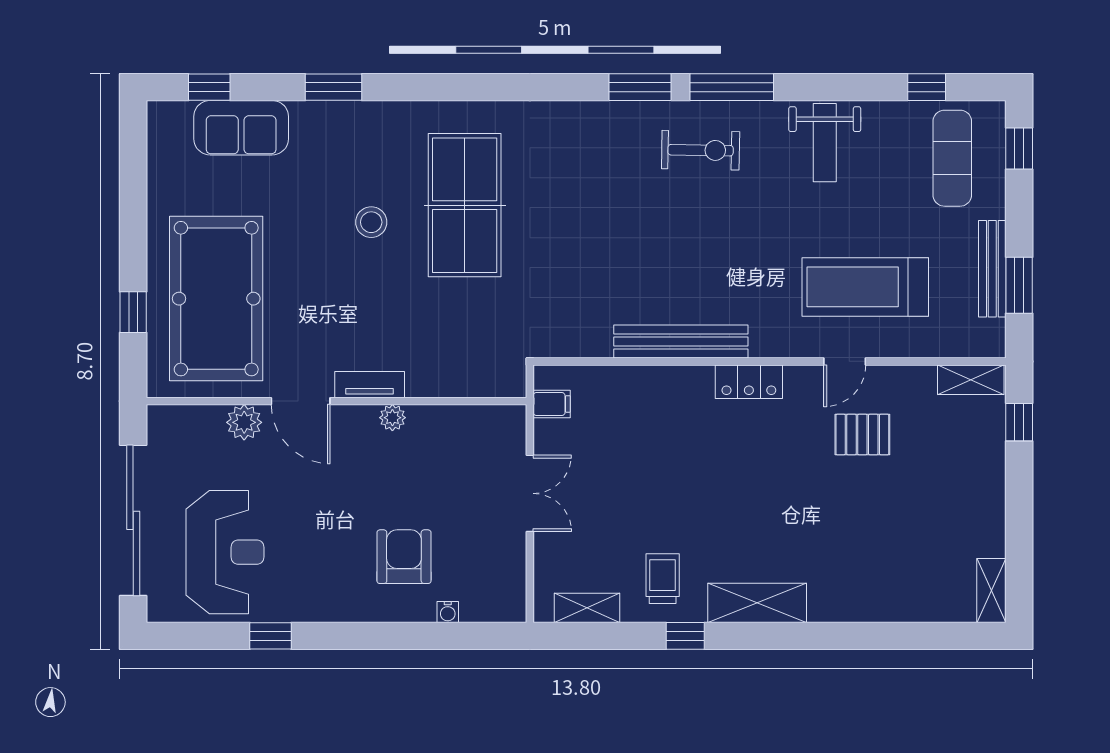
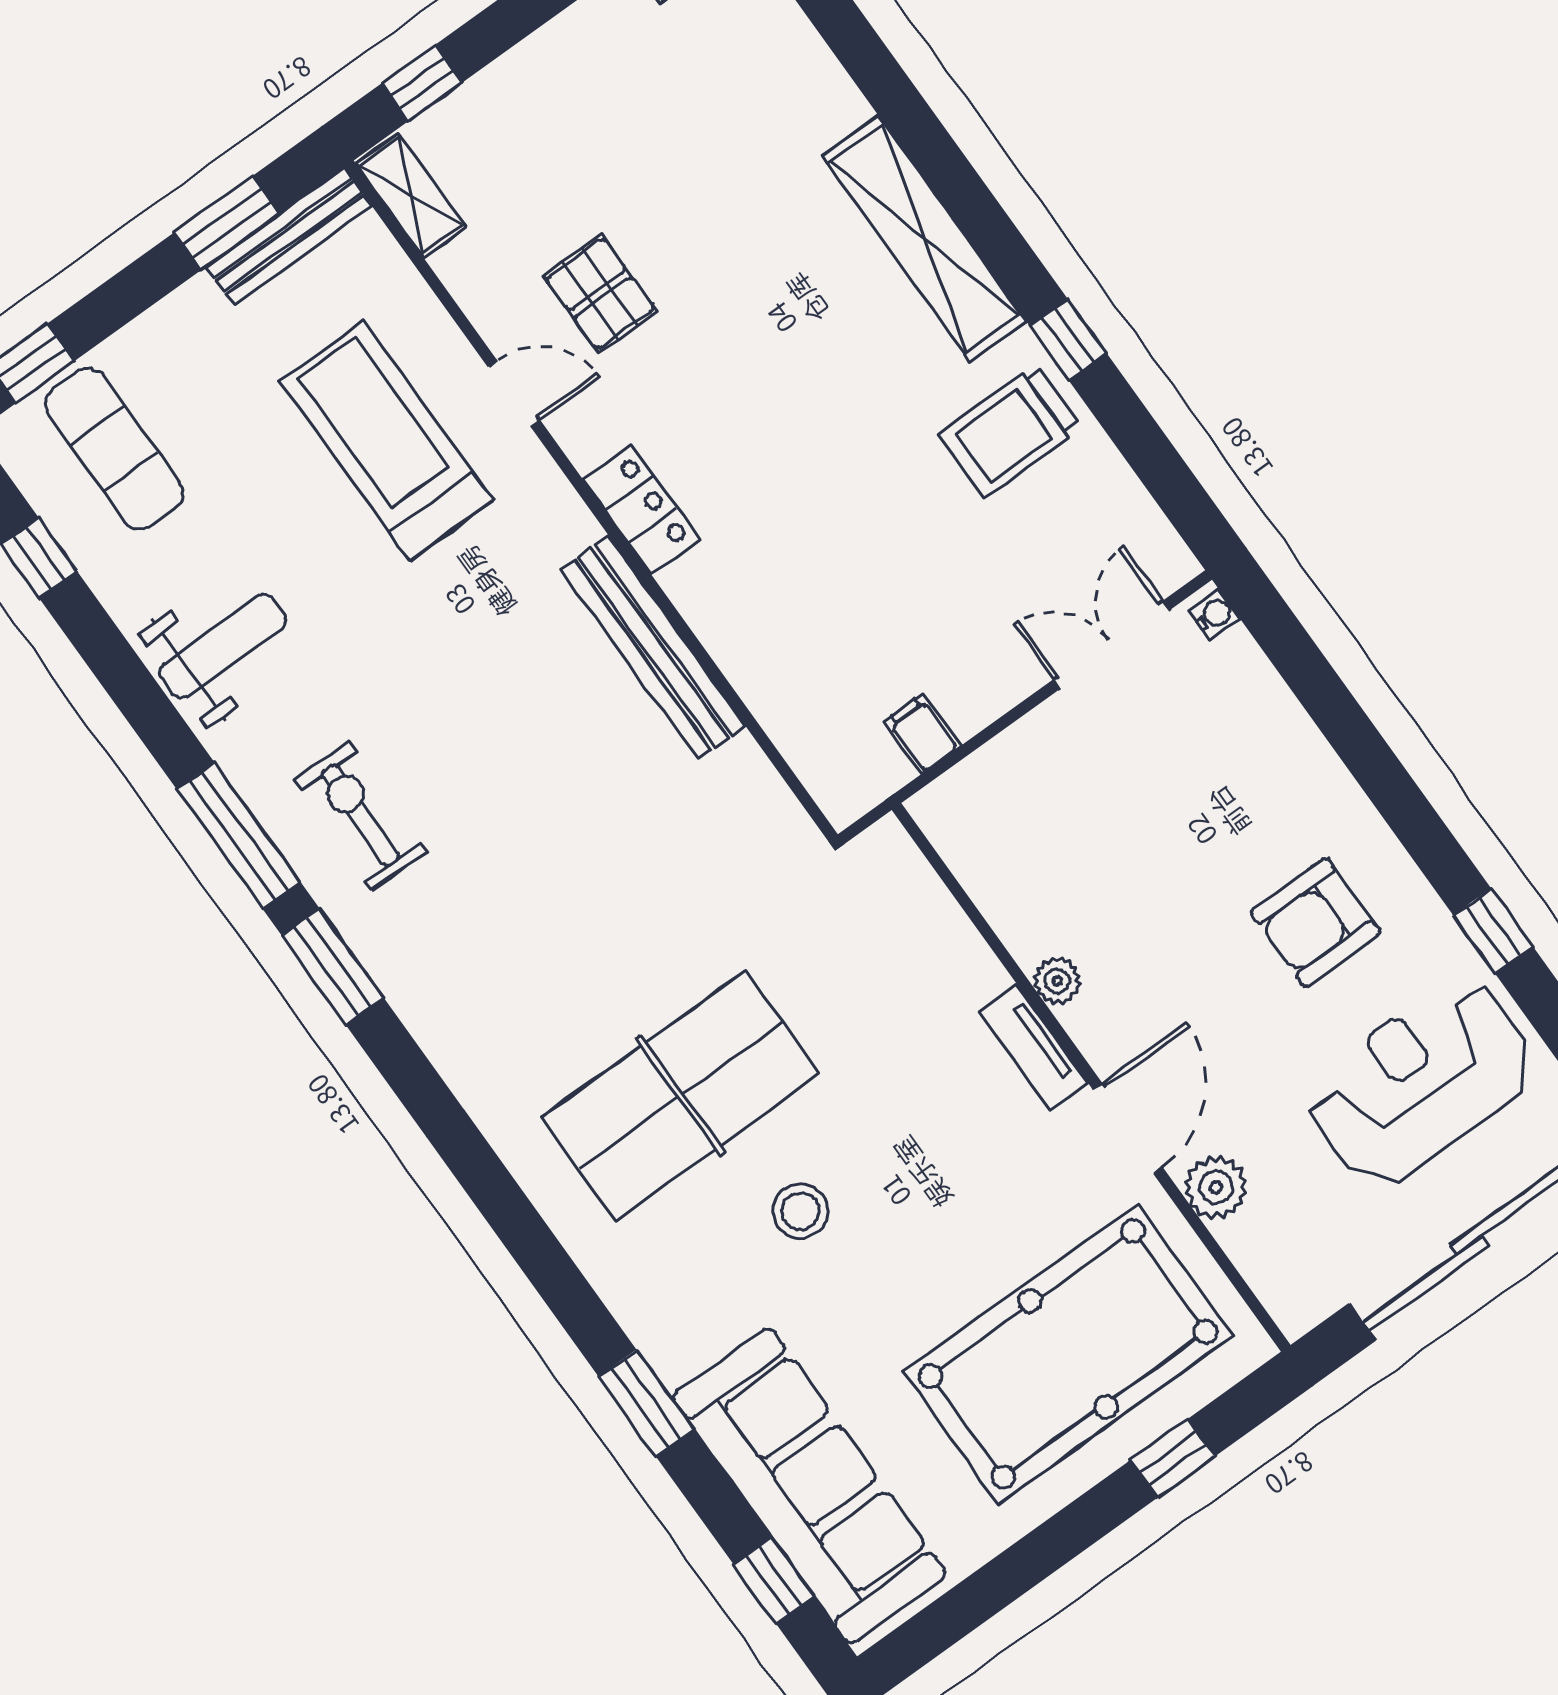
sofa: (241, 128) -> (809, 1486), width x1.85, depth x1.27
exercise mat: (952, 158) -> (114, 449), turned 90
bench: (992, 269) -> (289, 236), moved
treadmill: (865, 287) -> (387, 441), turned 180
filing cabinet: (552, 404) -> (922, 734), moved
double door: (530, 493) -> (1112, 645), moved
armchair: (404, 557) -> (1316, 922), moved
trolley: (663, 579) -> (1010, 431), width x1.36, depth x1.39
shelving: (757, 603) -> (924, 238), width x1.47
shelving: (587, 608) -> (1129, 508), removed
water cooler: (448, 612) -> (1214, 615), moved

